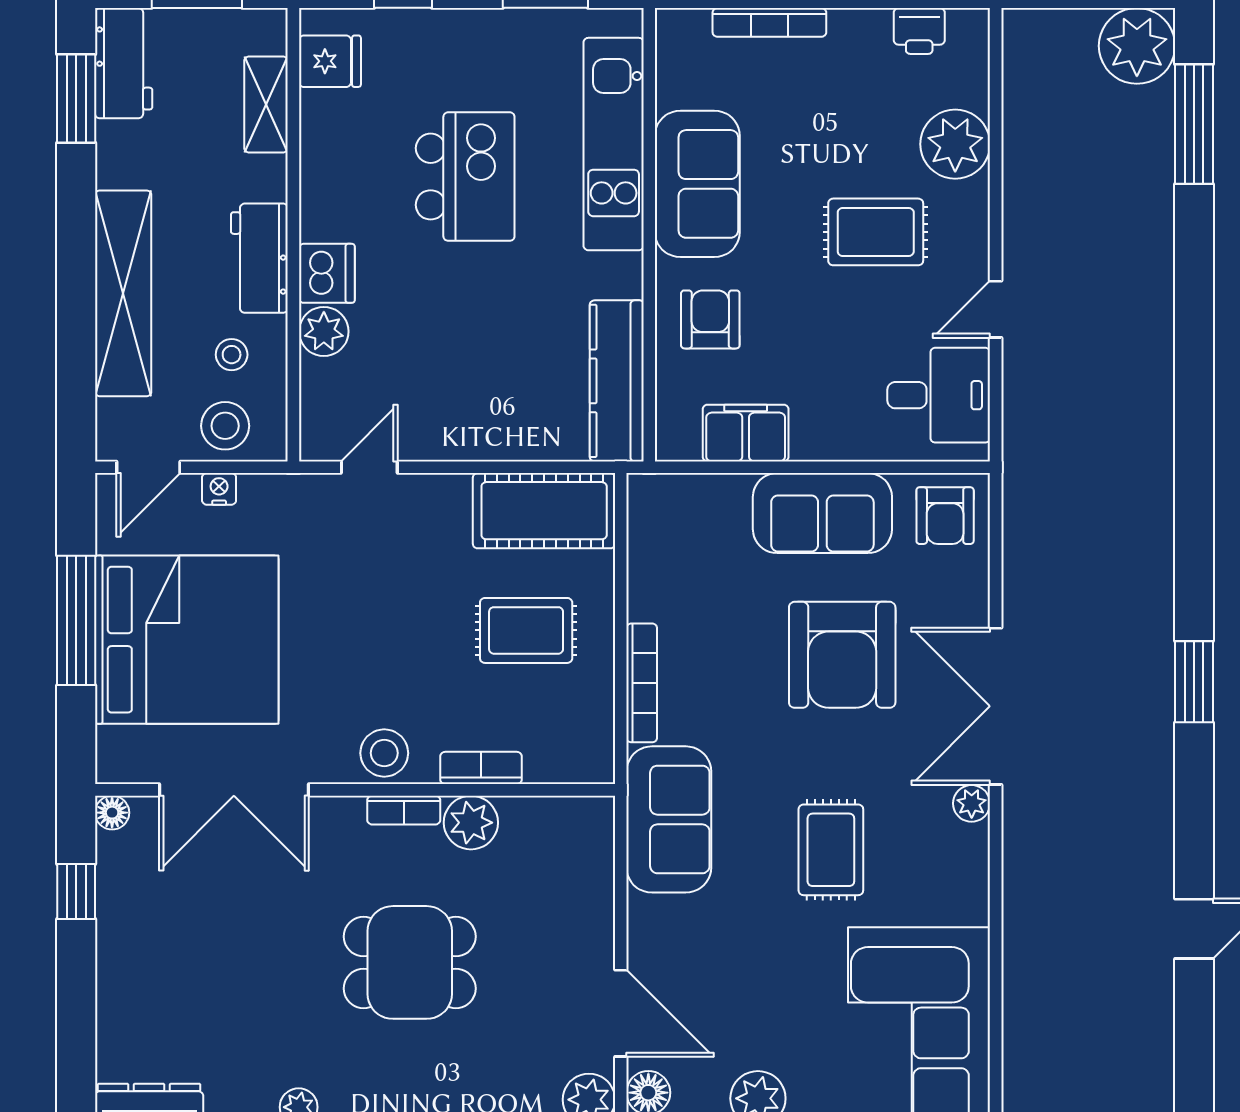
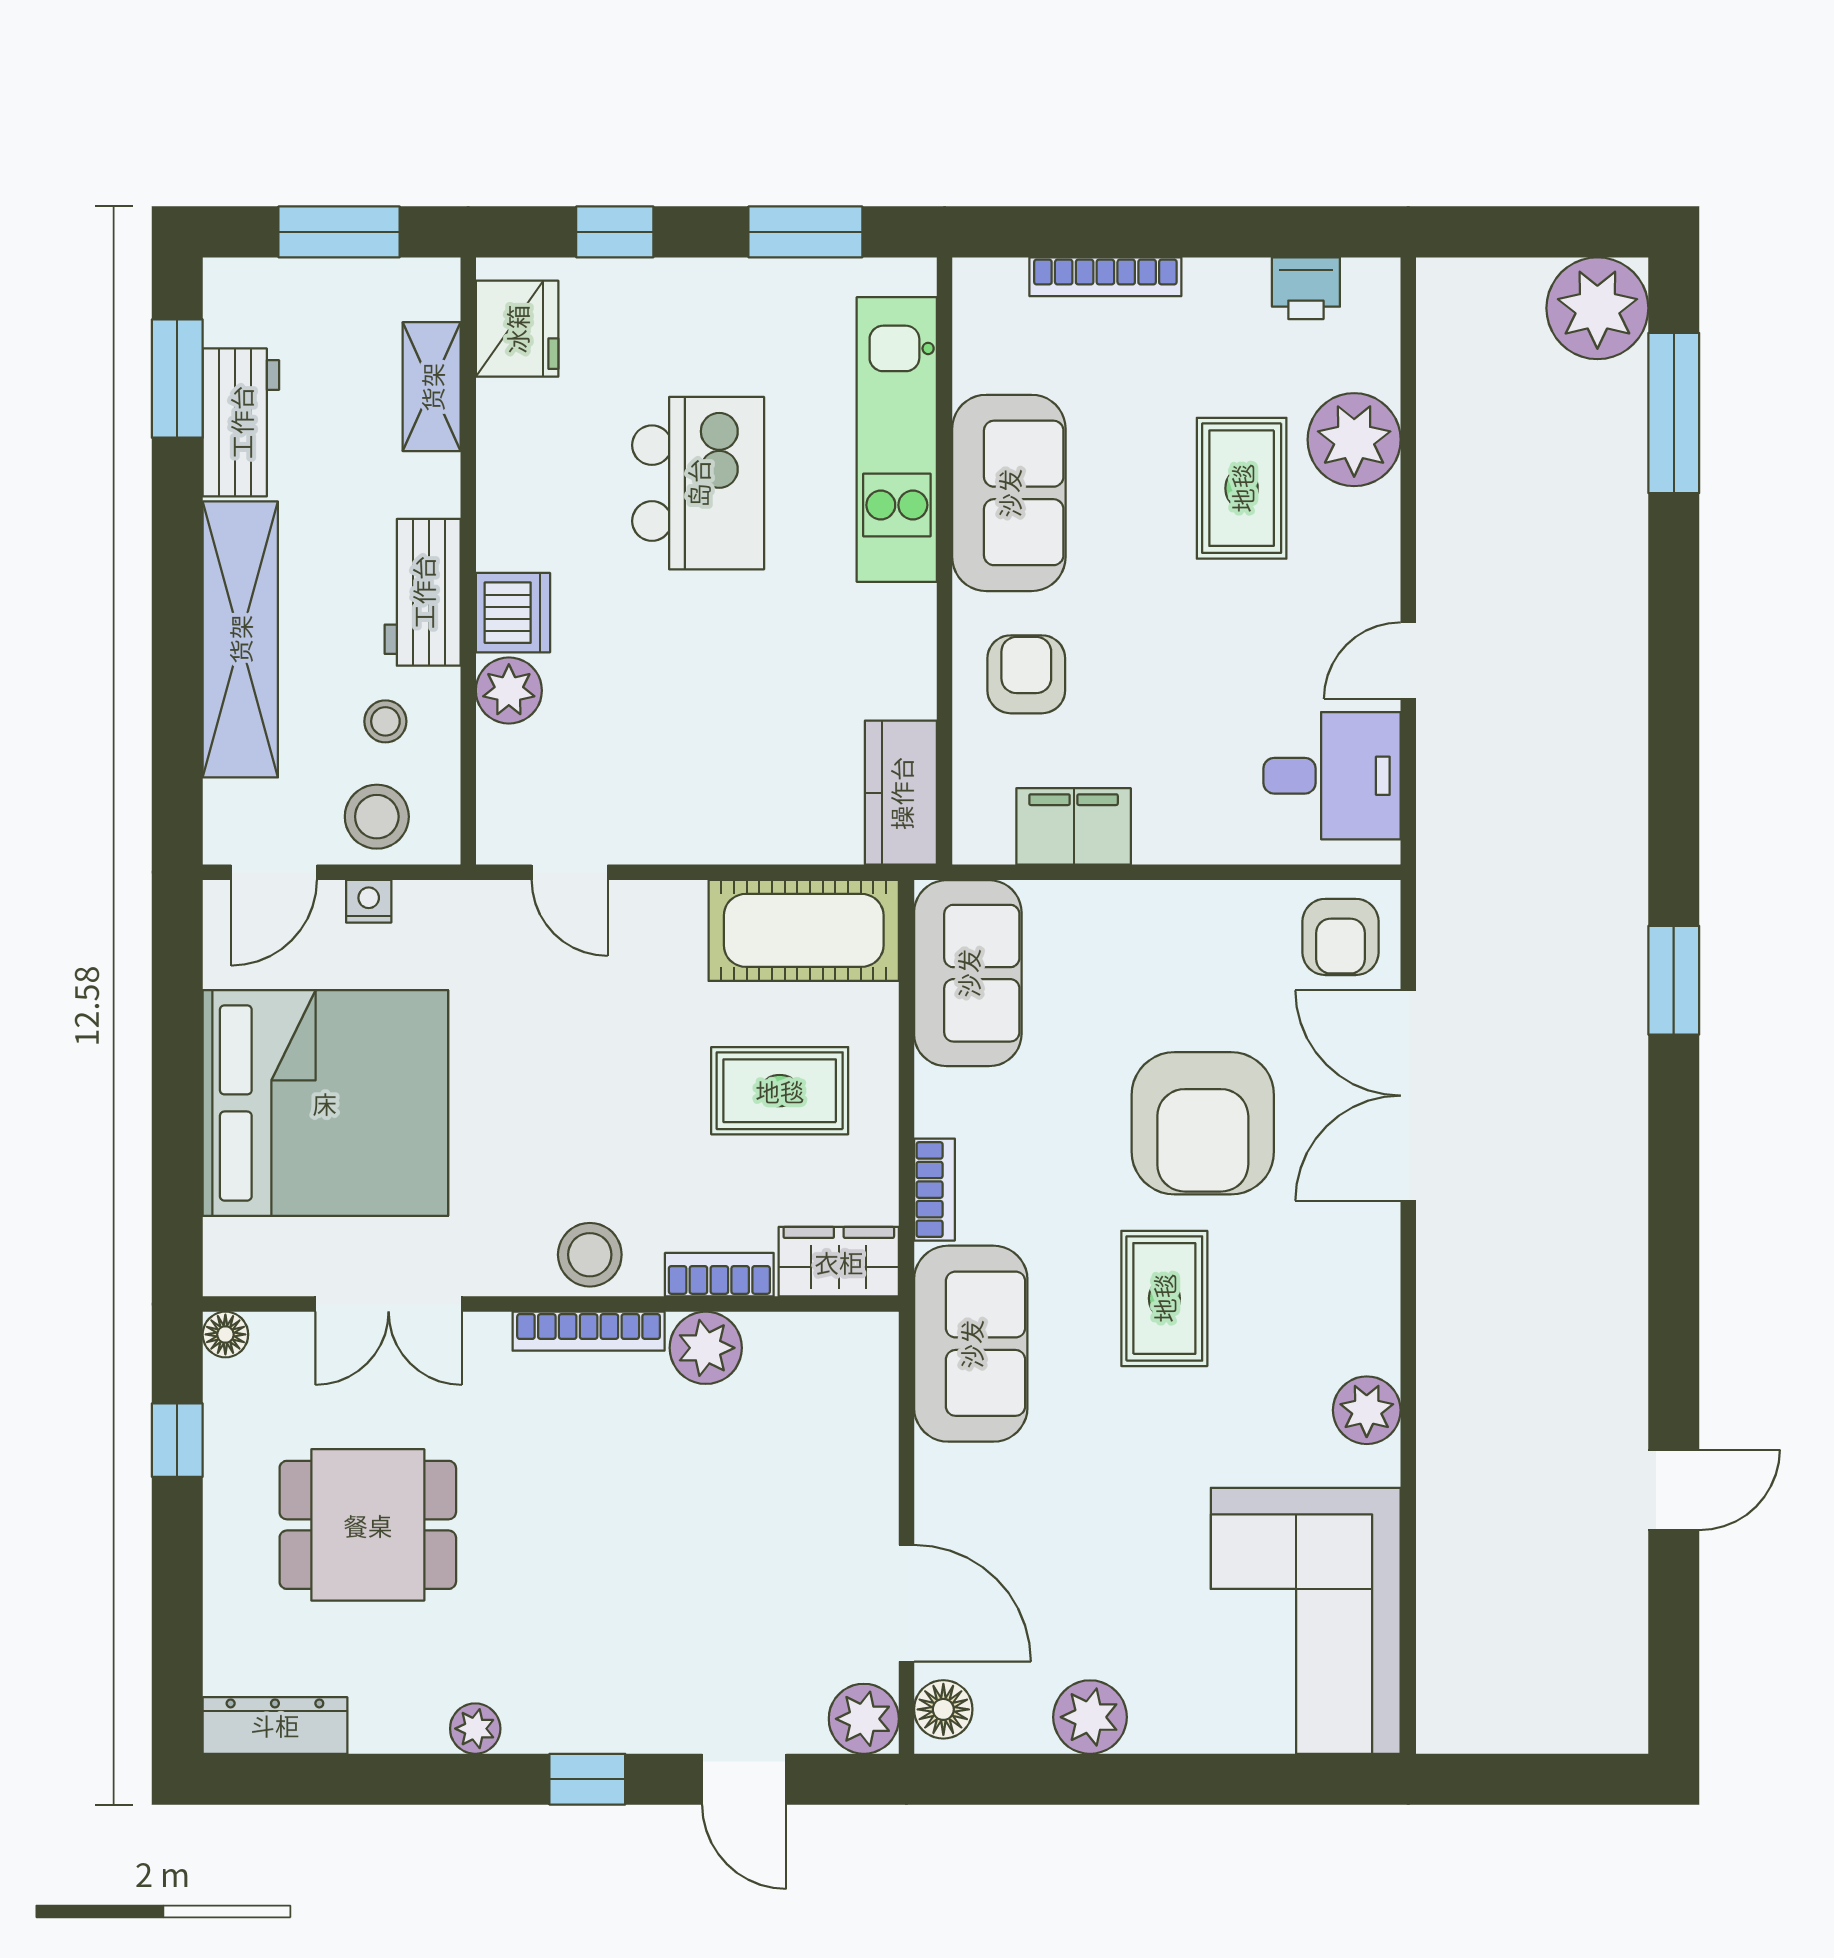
fridge: (330, 61) -> (517, 329), width x1.38
workbench: (124, 63) -> (241, 422), moved
rug: (876, 232) -> (1242, 488), moved, turned 90
kitchen counter: (617, 381) -> (901, 793), width x0.67
door: (369, 467) -> (570, 872), swing flipped
sofa: (822, 513) -> (968, 973), moved, turned -90
window: (76, 620) -> (177, 1077), removed
window: (1194, 682) -> (1674, 980), moved
bookcase: (642, 683) -> (934, 1190), width x0.64
double door: (996, 706) -> (1408, 1096), moved
wardrobe: (570, 758) -> (839, 1262), added
double door: (234, 790) -> (389, 1304), width x0.73
plant: (972, 803) -> (1367, 1410), moved, width x1.38, depth x1.38
bookcase: (404, 810) -> (589, 1331), width x1.56
rug: (831, 850) -> (1164, 1298), moved
dining table: (410, 962) -> (368, 1525), moved

